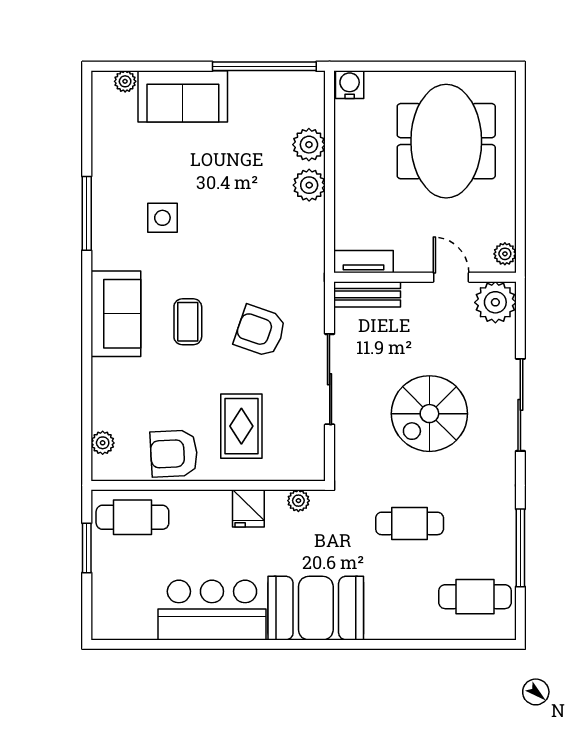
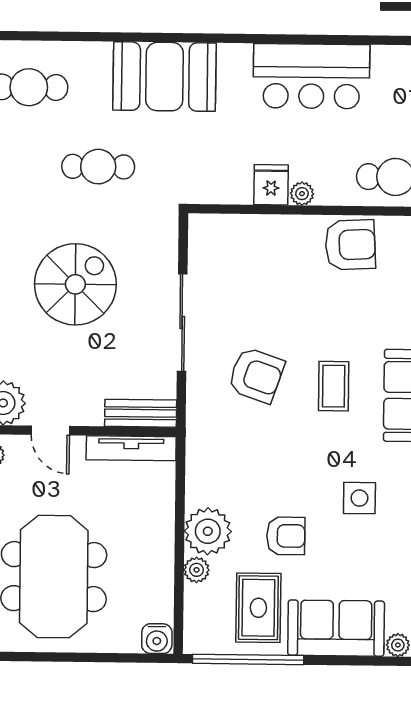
plant: (309, 145) -> (197, 570), width x0.73, depth x0.73
armchair: (231, 182) -> (286, 536), added
plant: (309, 185) -> (208, 531), width x1.36, depth x1.36
tv unit: (364, 262) -> (131, 448), width x1.41
rug: (241, 426) -> (258, 608), moved
plant: (298, 501) -> (302, 194), moved
booth: (316, 608) -> (165, 77), moved

